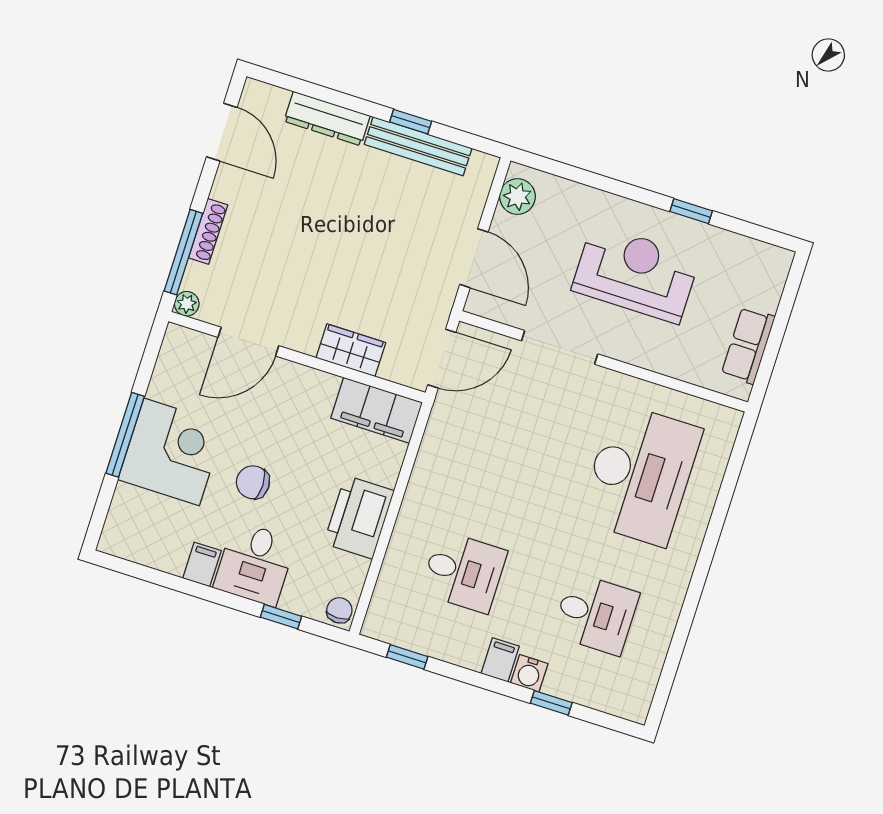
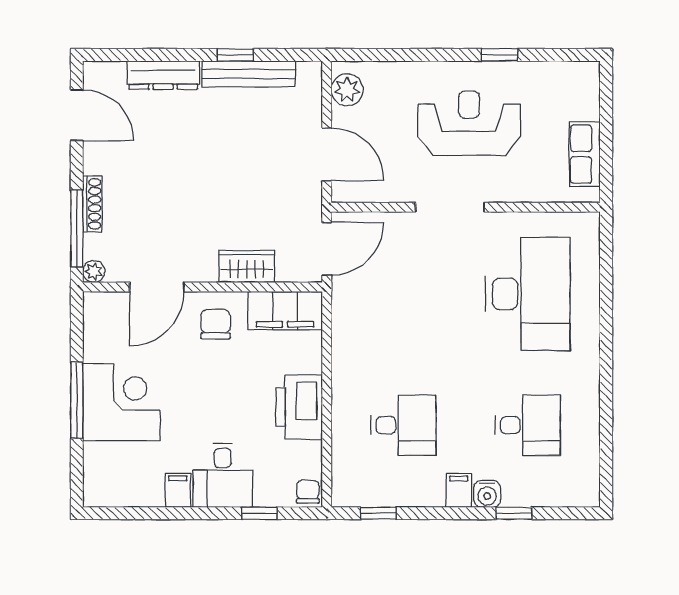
doorway: (560, 347) -> (450, 207), moved
chair: (253, 482) -> (216, 324), moved, turned 90

